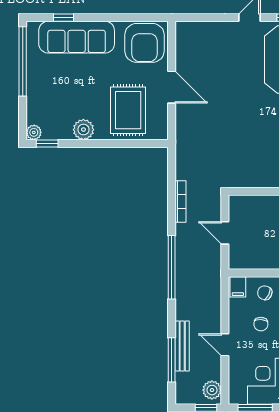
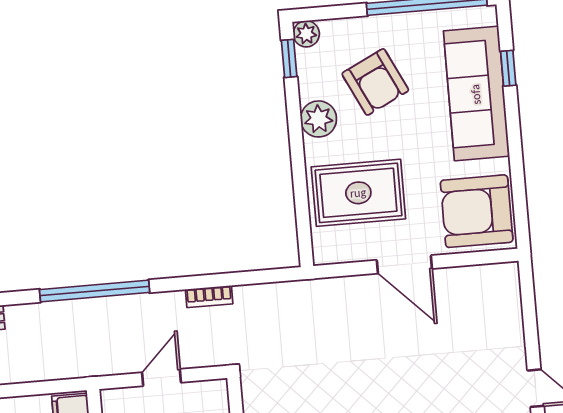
door: (172, 87) -> (404, 264), hinge flipped
armchair: (65, 95) -> (375, 82), added
bookcase: (181, 201) -> (209, 297), width x0.64

